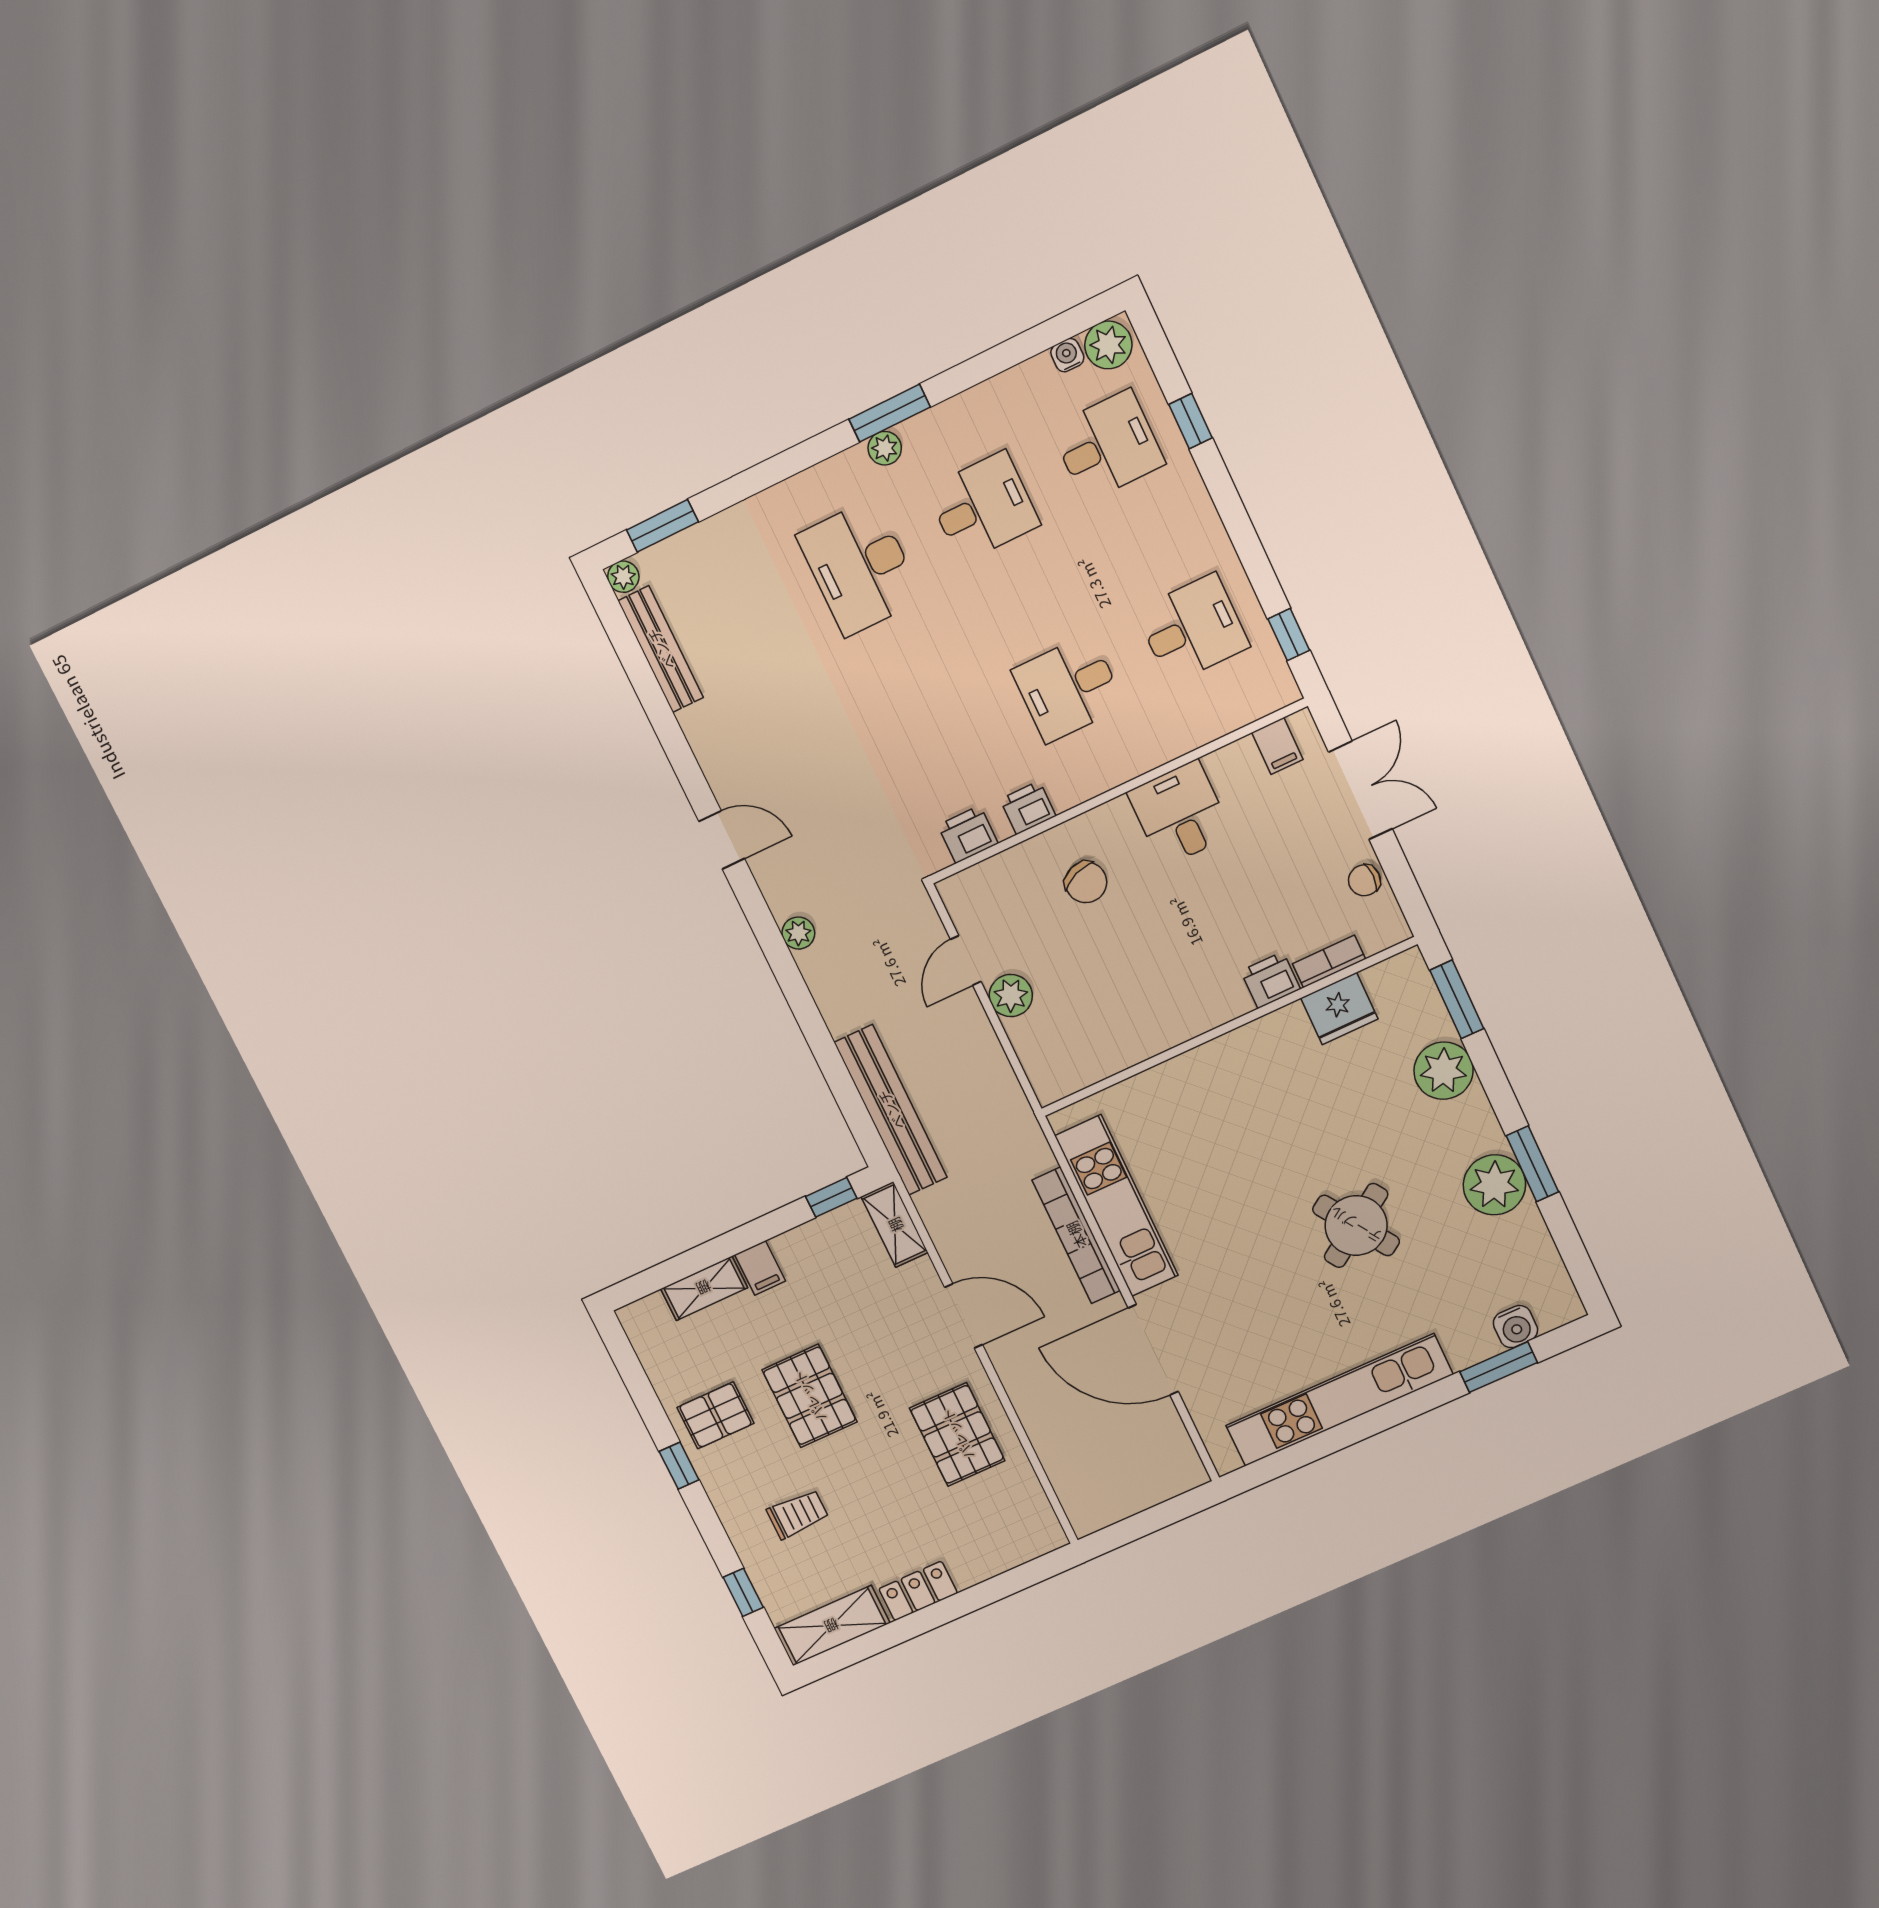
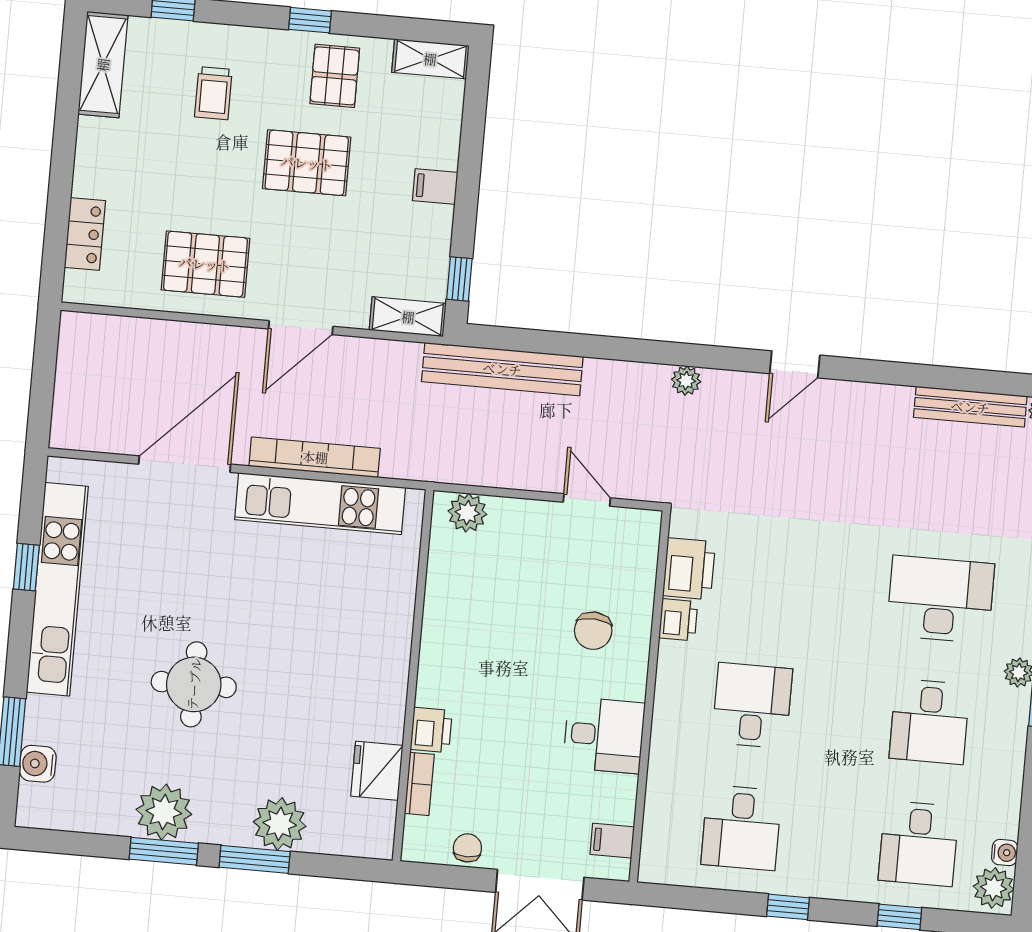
window: (1289, 635) -> (788, 907), moved
printer: (968, 834) -> (689, 569), width x1.36, depth x1.24
chair: (1086, 882) -> (593, 631), turned -66
plant: (1011, 996) -> (467, 513), moved
window: (1457, 999) -> (255, 859), moved
round table: (1356, 1225) -> (194, 684), turned 34
shelving: (704, 1288) -> (430, 59), moved, turned 90
window: (1335, 1439) -> (26, 567), added
locker: (918, 1591) -> (85, 234), moved

